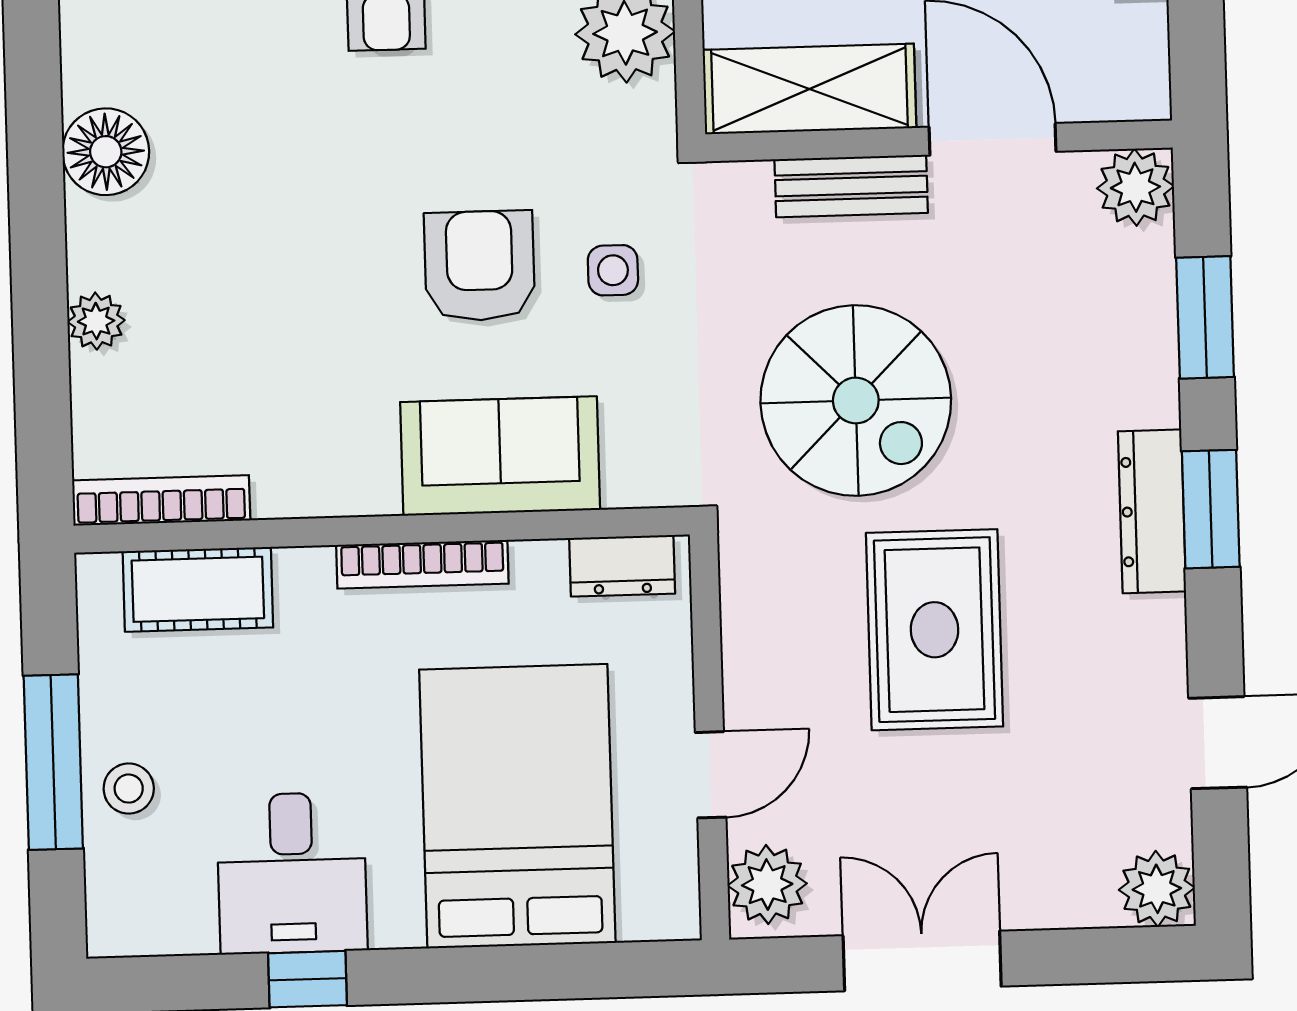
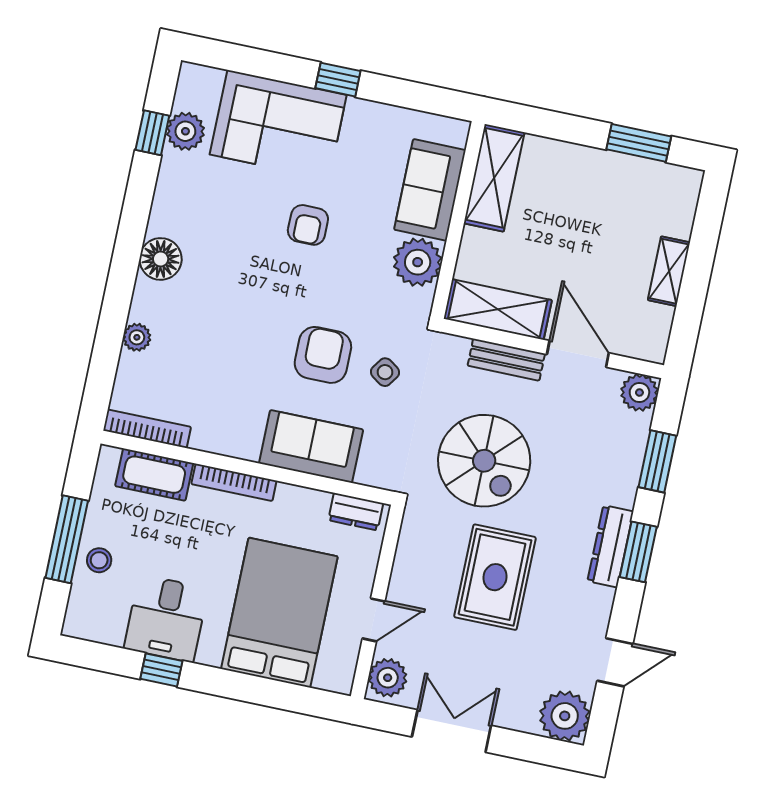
side table: (613, 270) -> (385, 372), turned 35
bookcase: (422, 564) -> (234, 482), moved
plant: (1157, 889) -> (565, 716), width x1.36, depth x1.36

